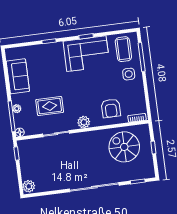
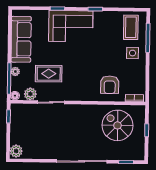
corner sofa: (86, 54) -> (71, 26), moved
sofa: (18, 76) -> (21, 39), width x1.36
plant: (84, 122) -> (30, 94), moved

